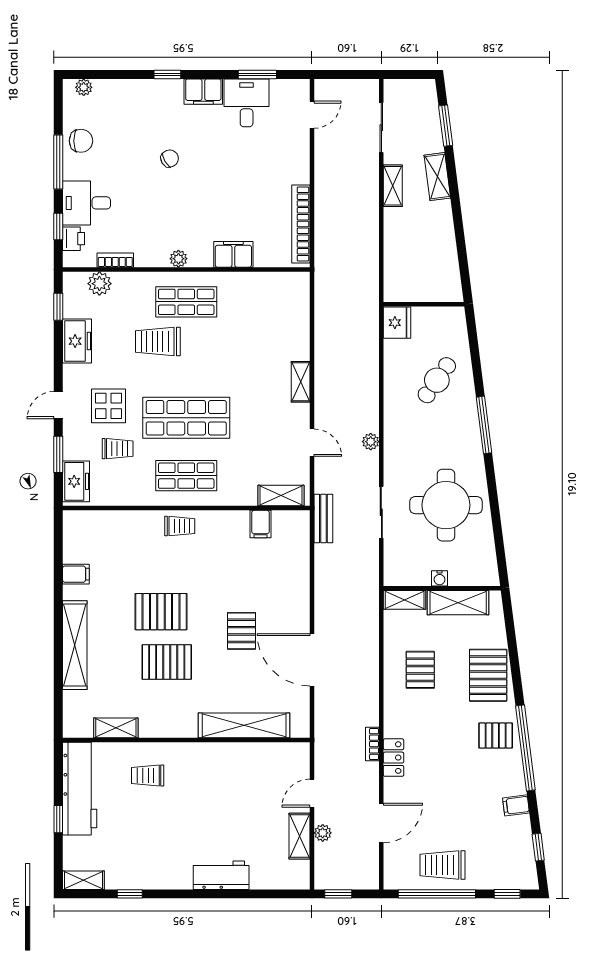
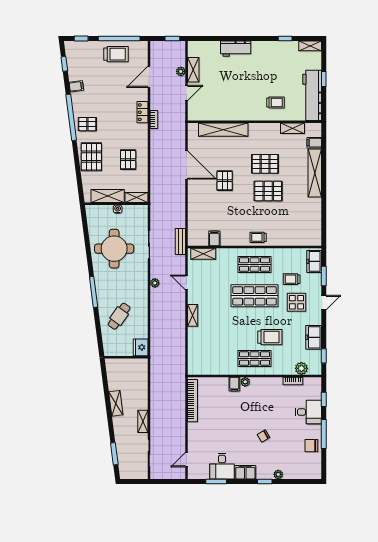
plant: (84, 87) -> (278, 474), moved
shelving: (437, 177) -> (116, 403), moved
printer: (74, 239) -> (315, 393), removed
filing cabinet: (233, 254) -> (234, 384), width x0.50
plant: (178, 259) -> (245, 382), moved
filing cabinet: (76, 574) -> (314, 143), moved

